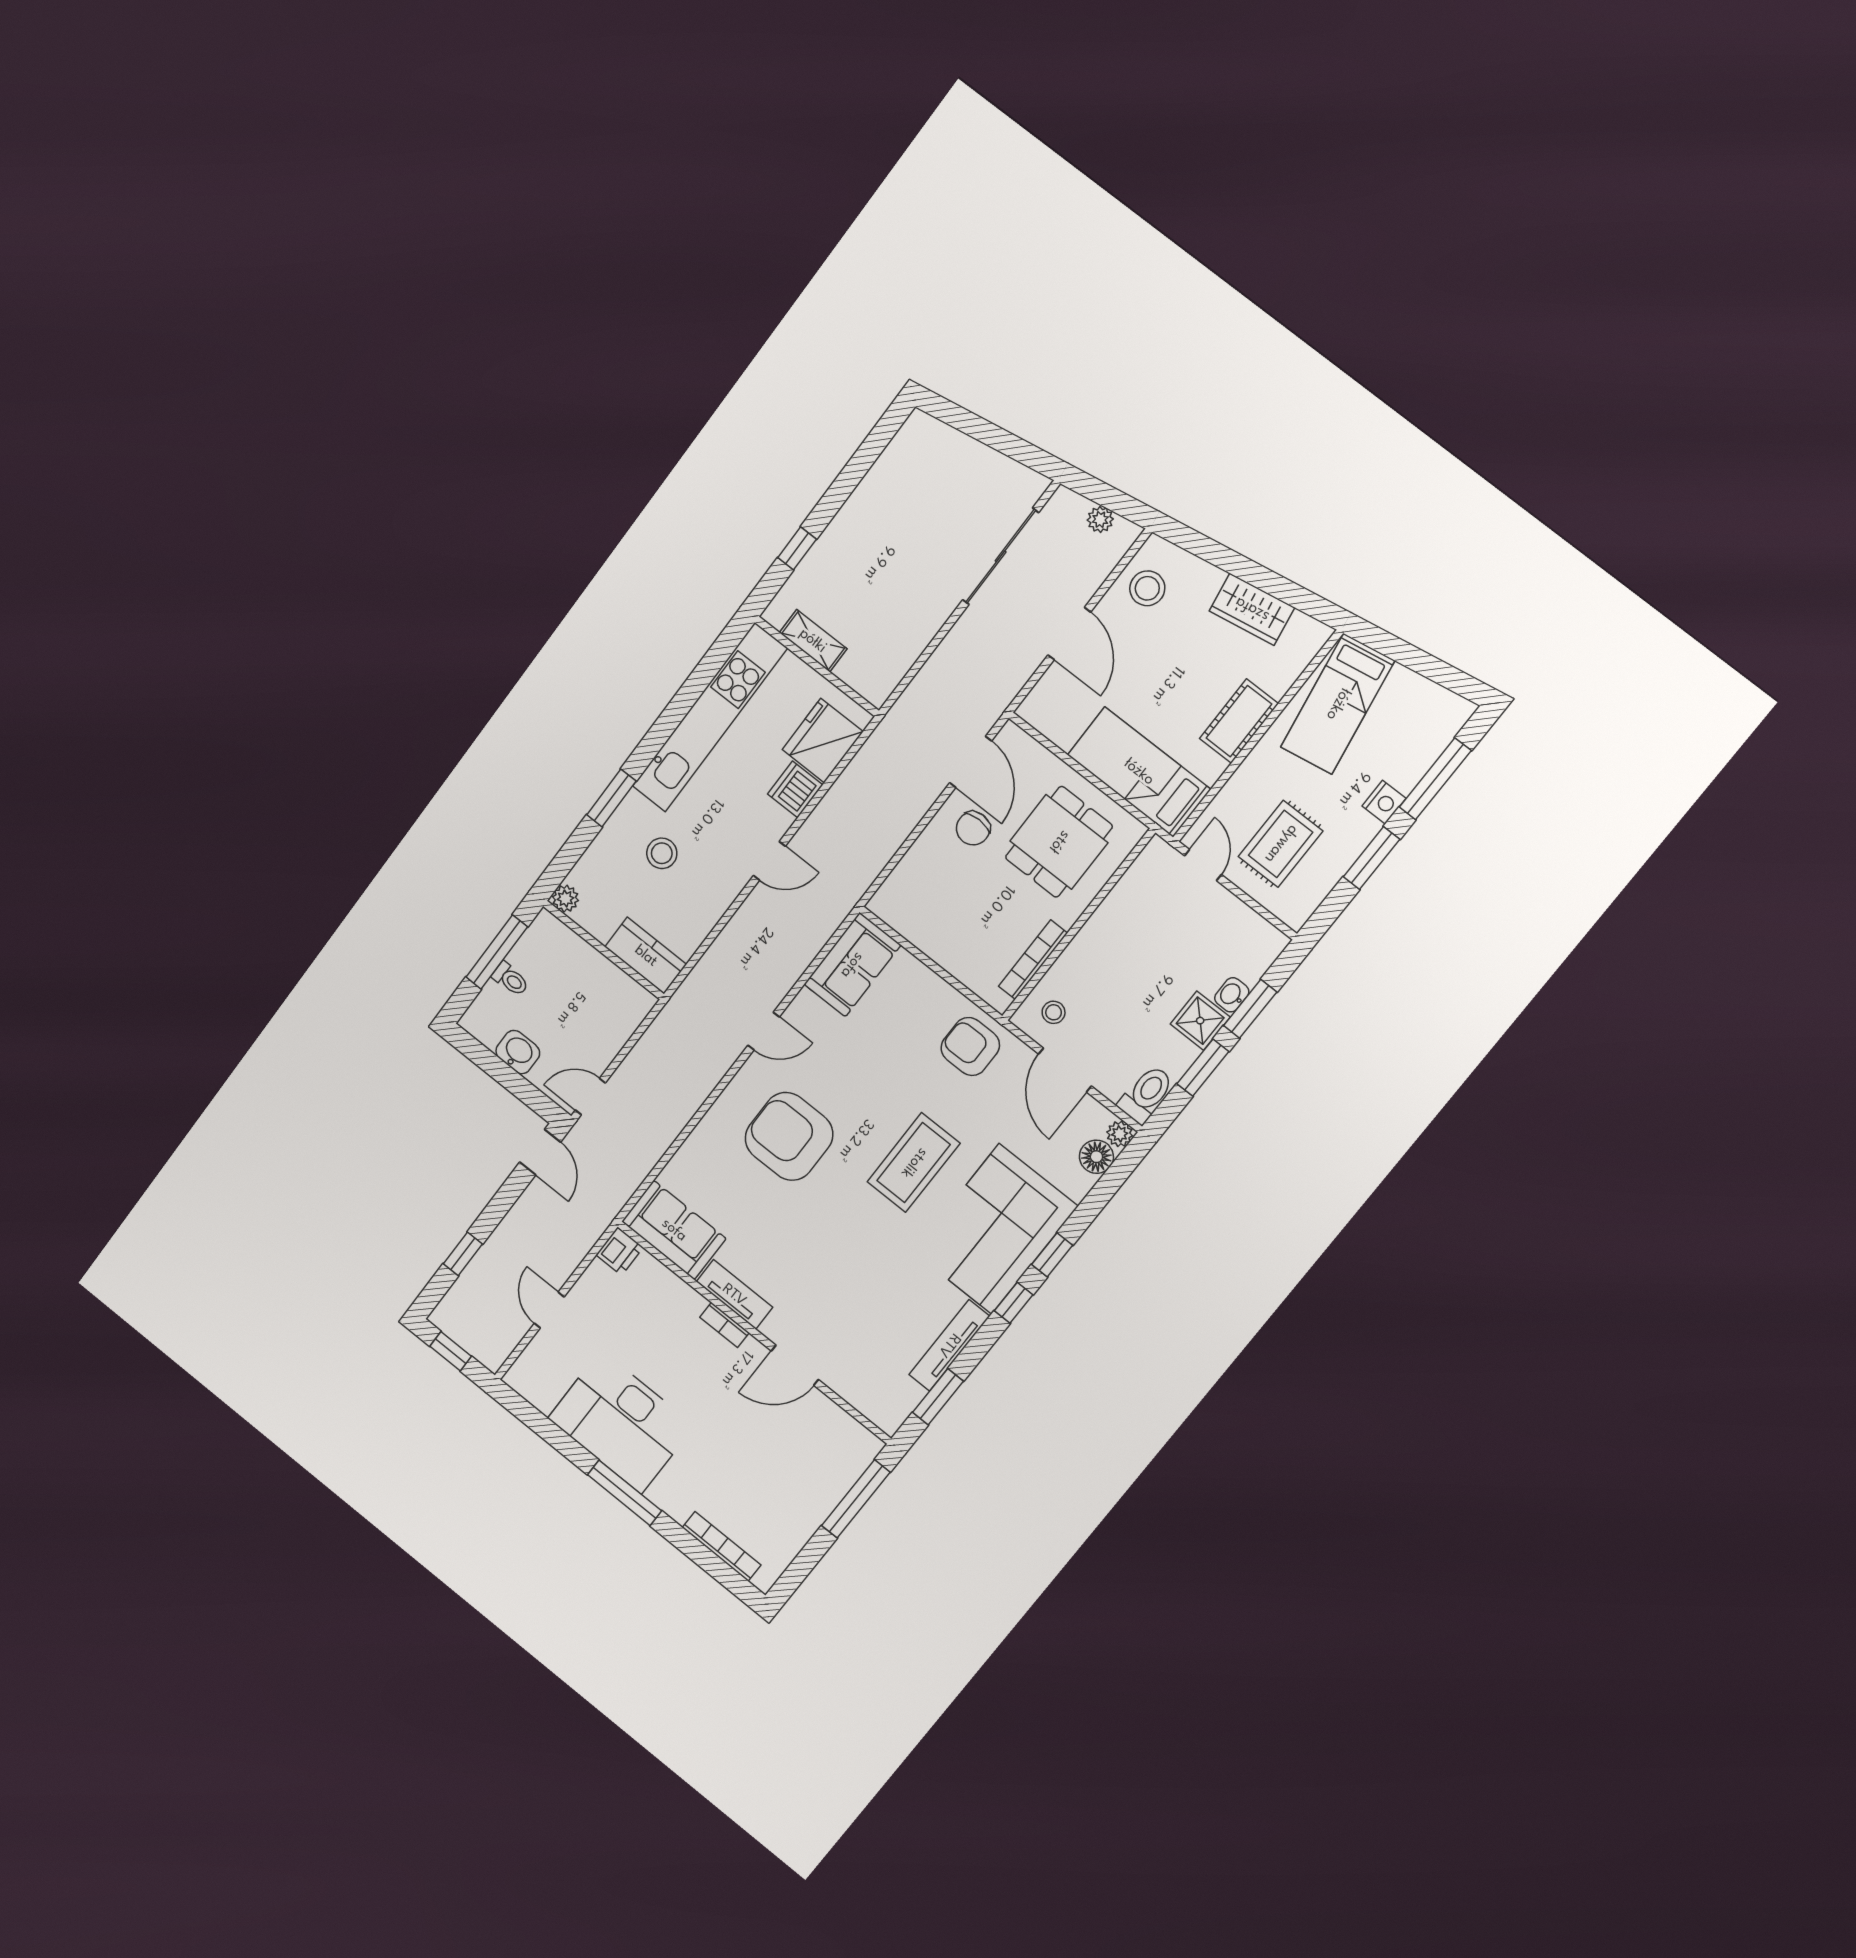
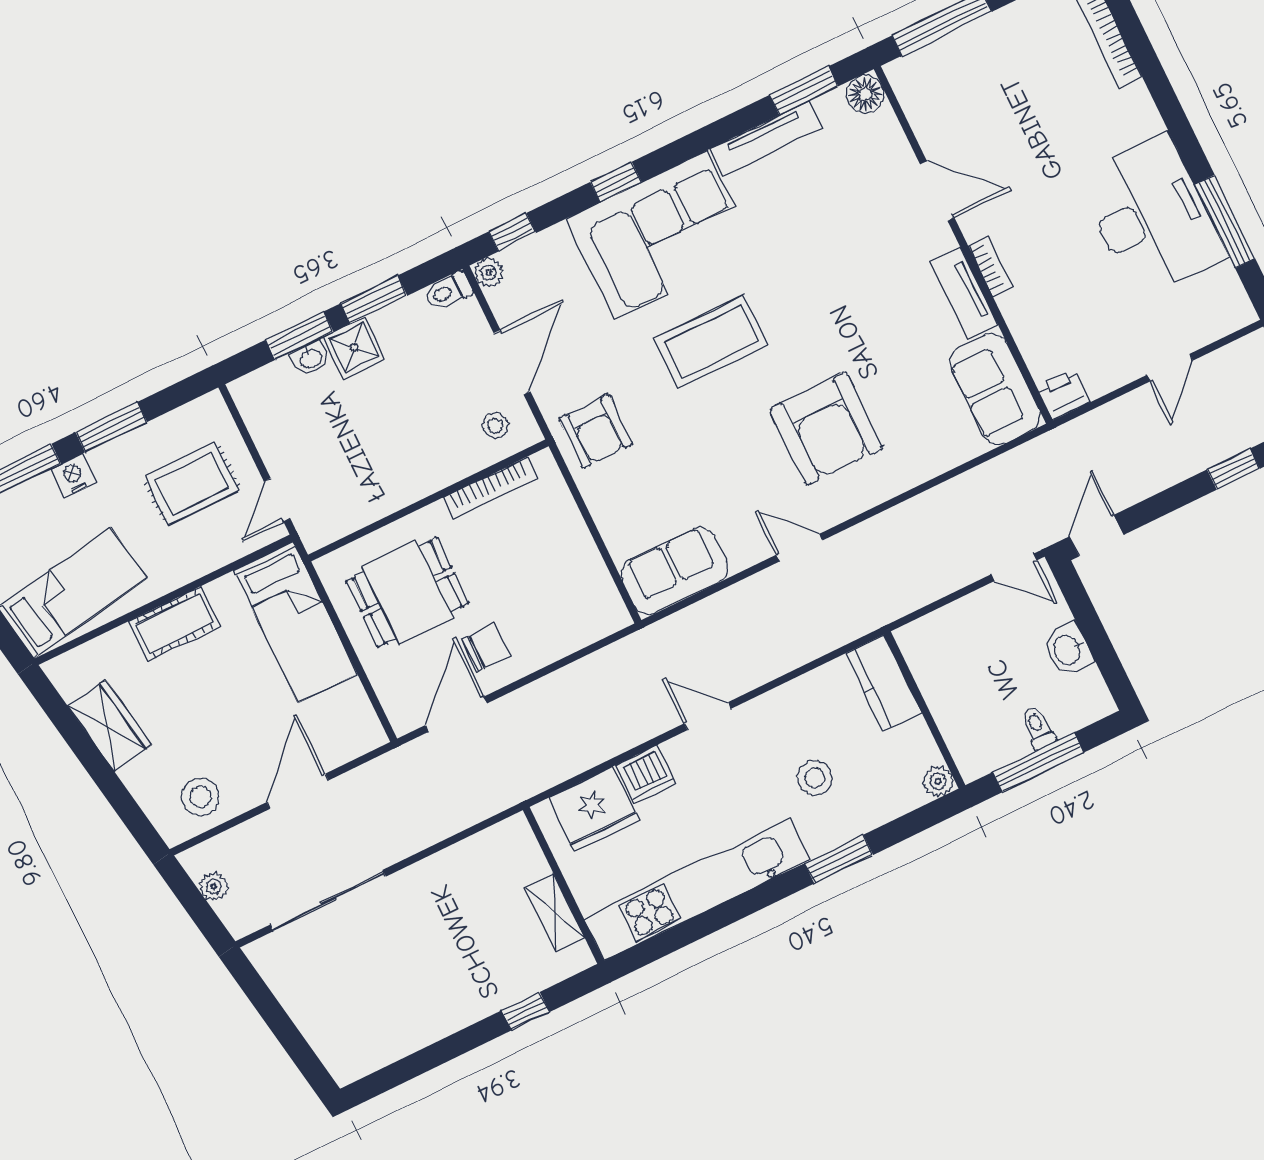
toilet: (1146, 1094) -> (448, 291), width x0.73, depth x0.72
floor lamp: (1096, 1157) -> (865, 94), moved
window: (1014, 1303) -> (512, 232), moved
window: (624, 1493) -> (1225, 222), moved

